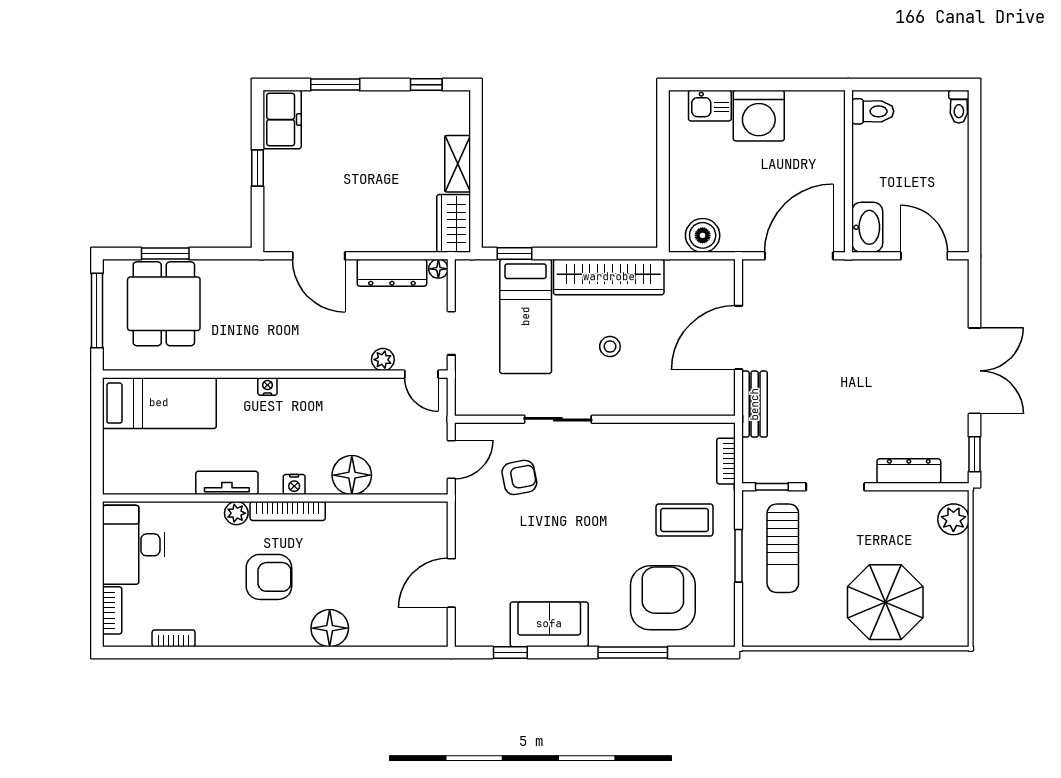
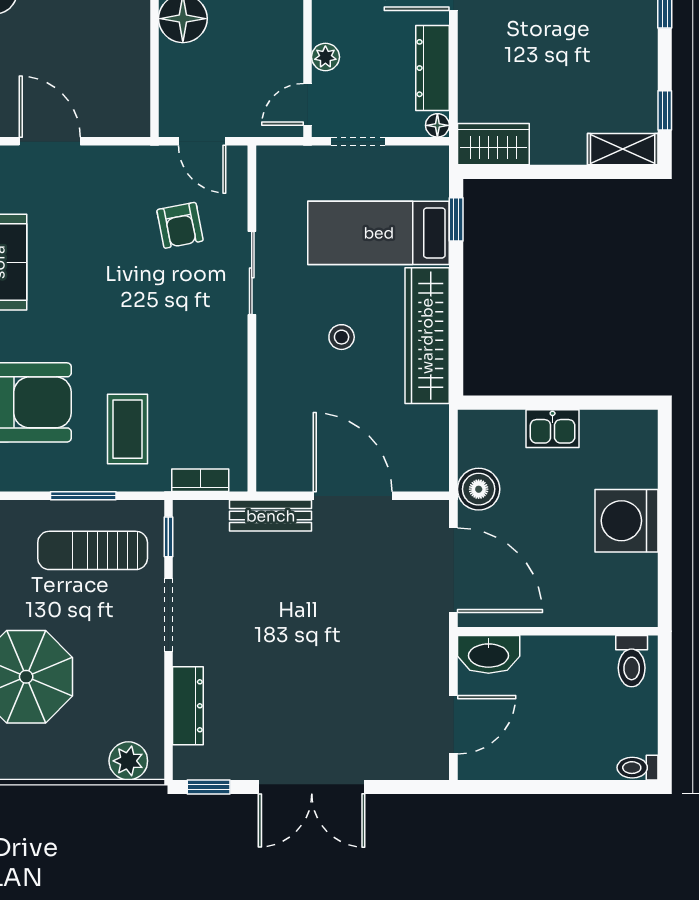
kitchen sink: (710, 106) -> (553, 429), moved, turned -90
shelving: (458, 164) -> (623, 149), moved
boiler: (703, 235) -> (479, 489), moved

